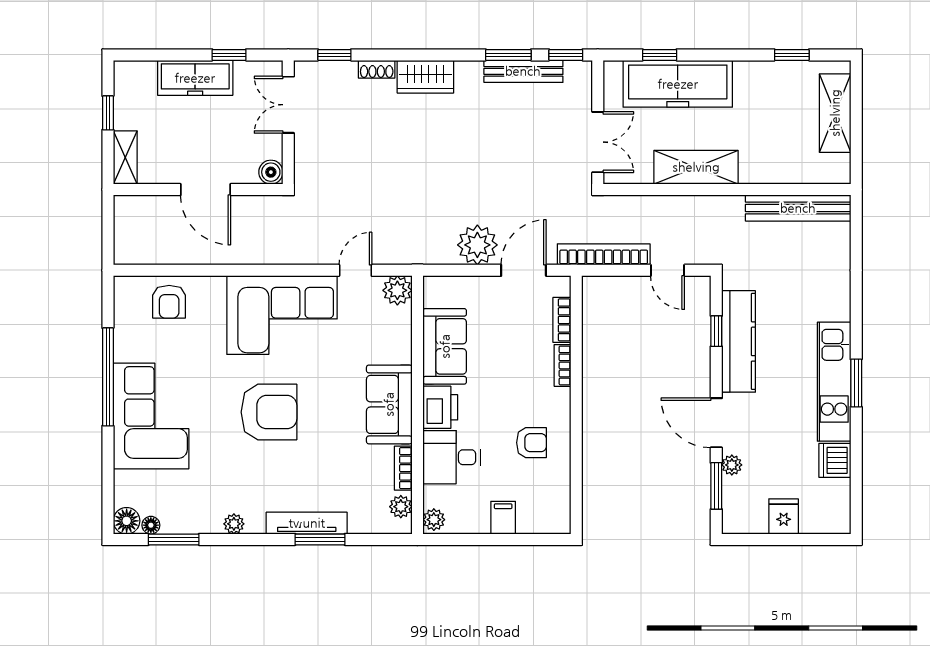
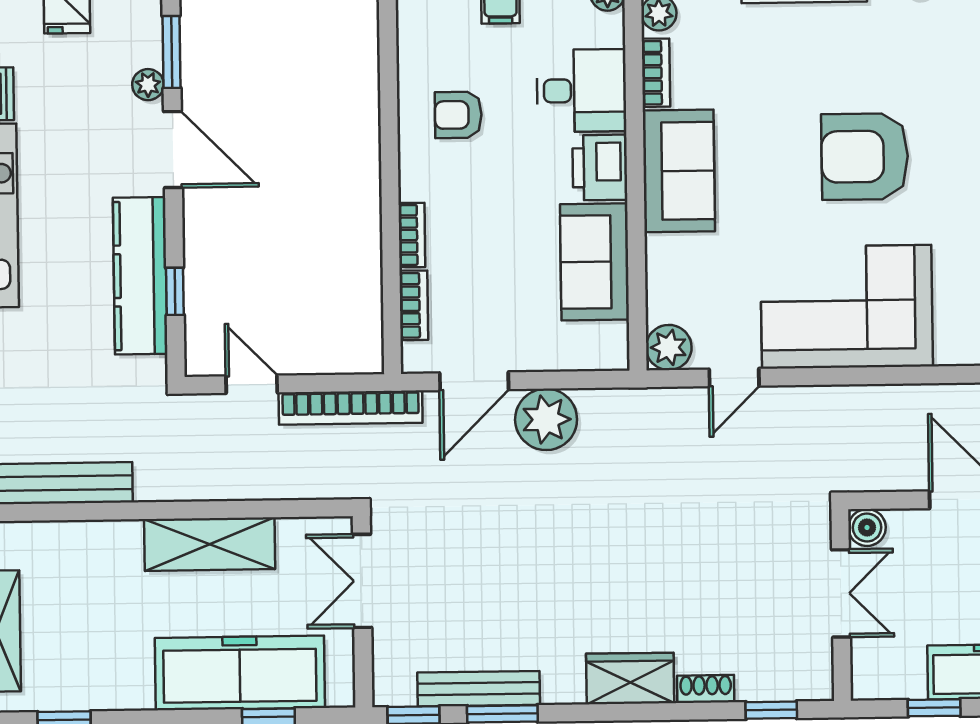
double door: (288, 105) -> (841, 593), moved

